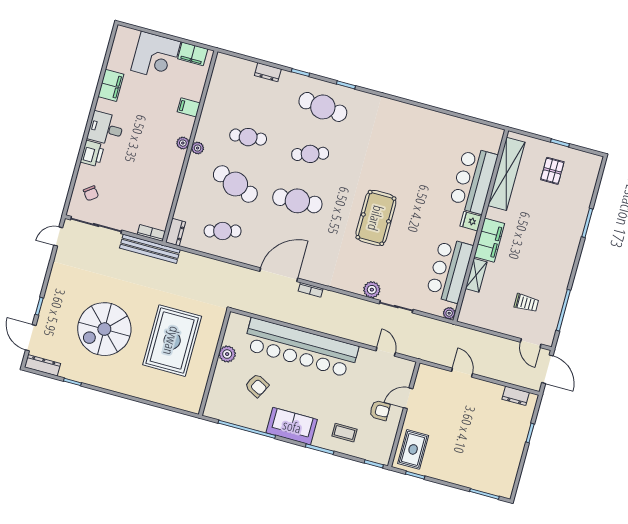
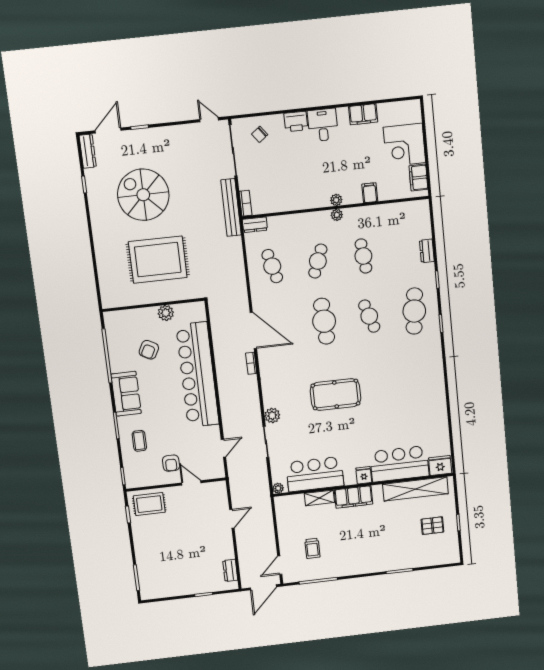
fridge: (492, 140) -> (440, 466), added
cafe table: (235, 184) -> (318, 261), width x0.73, depth x0.74

